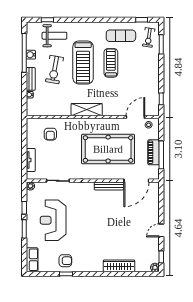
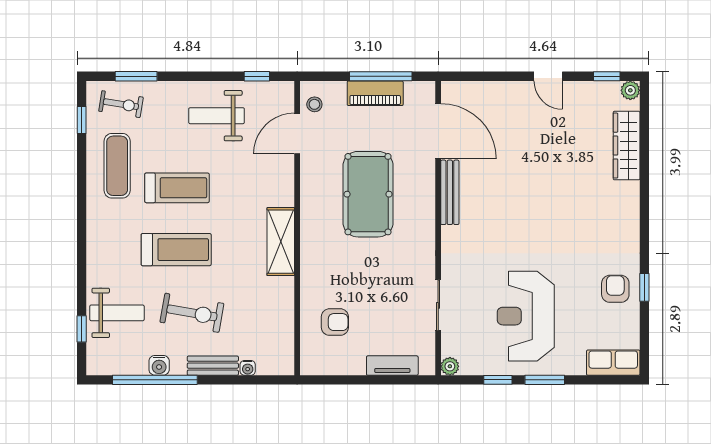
weight bench: (54, 36) -> (117, 313), turned 90
treadmill: (83, 62) -> (176, 250), width x0.73, depth x0.73
treadmill: (111, 63) -> (177, 188), turned 180
weight bench: (143, 81) -> (217, 116), added
door: (135, 117) -> (297, 134), hinge flipped
pool table: (108, 149) -> (368, 194), width x0.73, depth x0.76
reception desk: (53, 220) -> (526, 316), turned 90
wardrobe: (119, 266) -> (627, 146), moved

